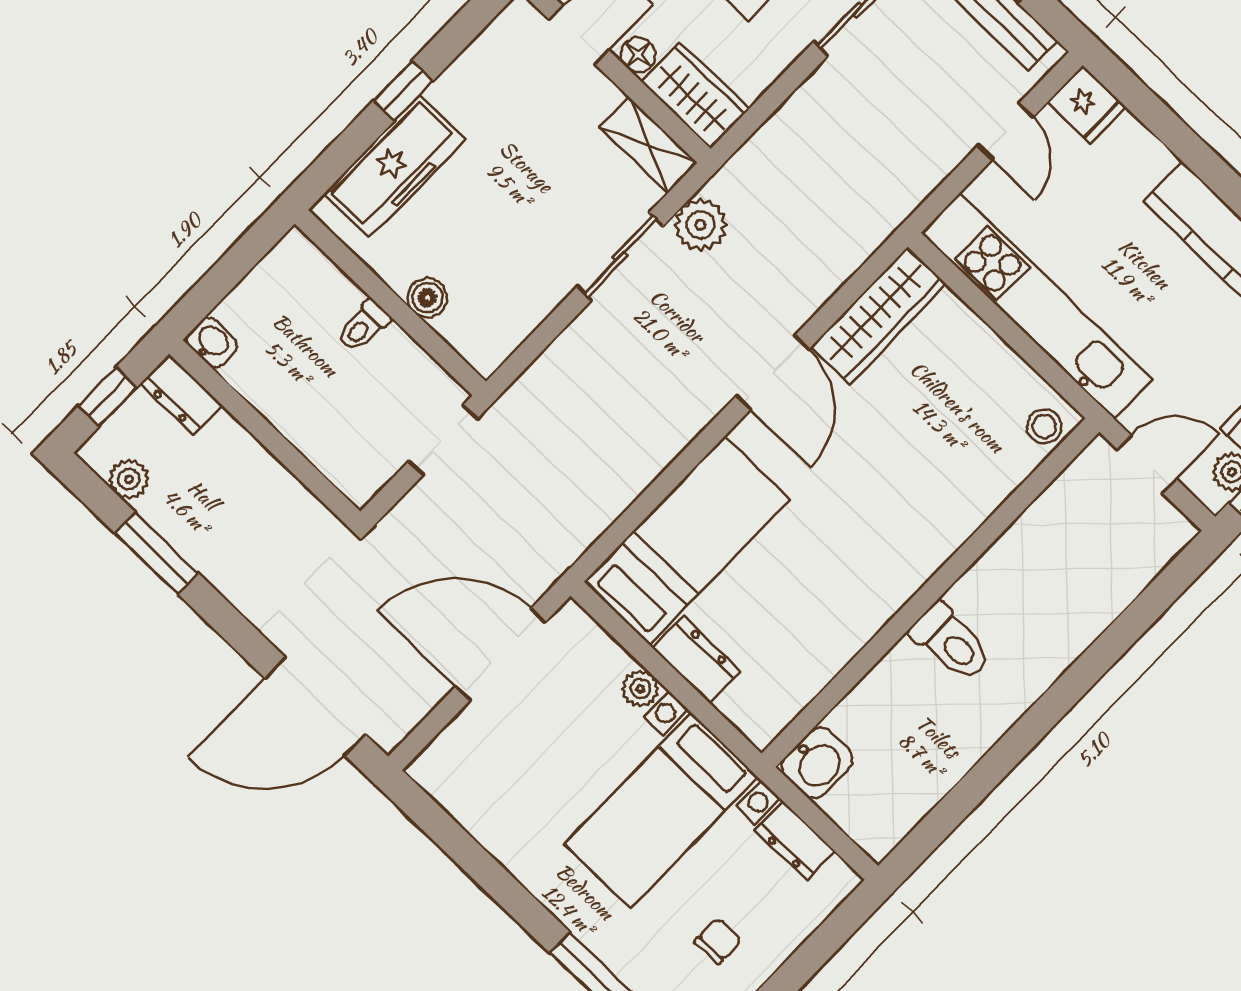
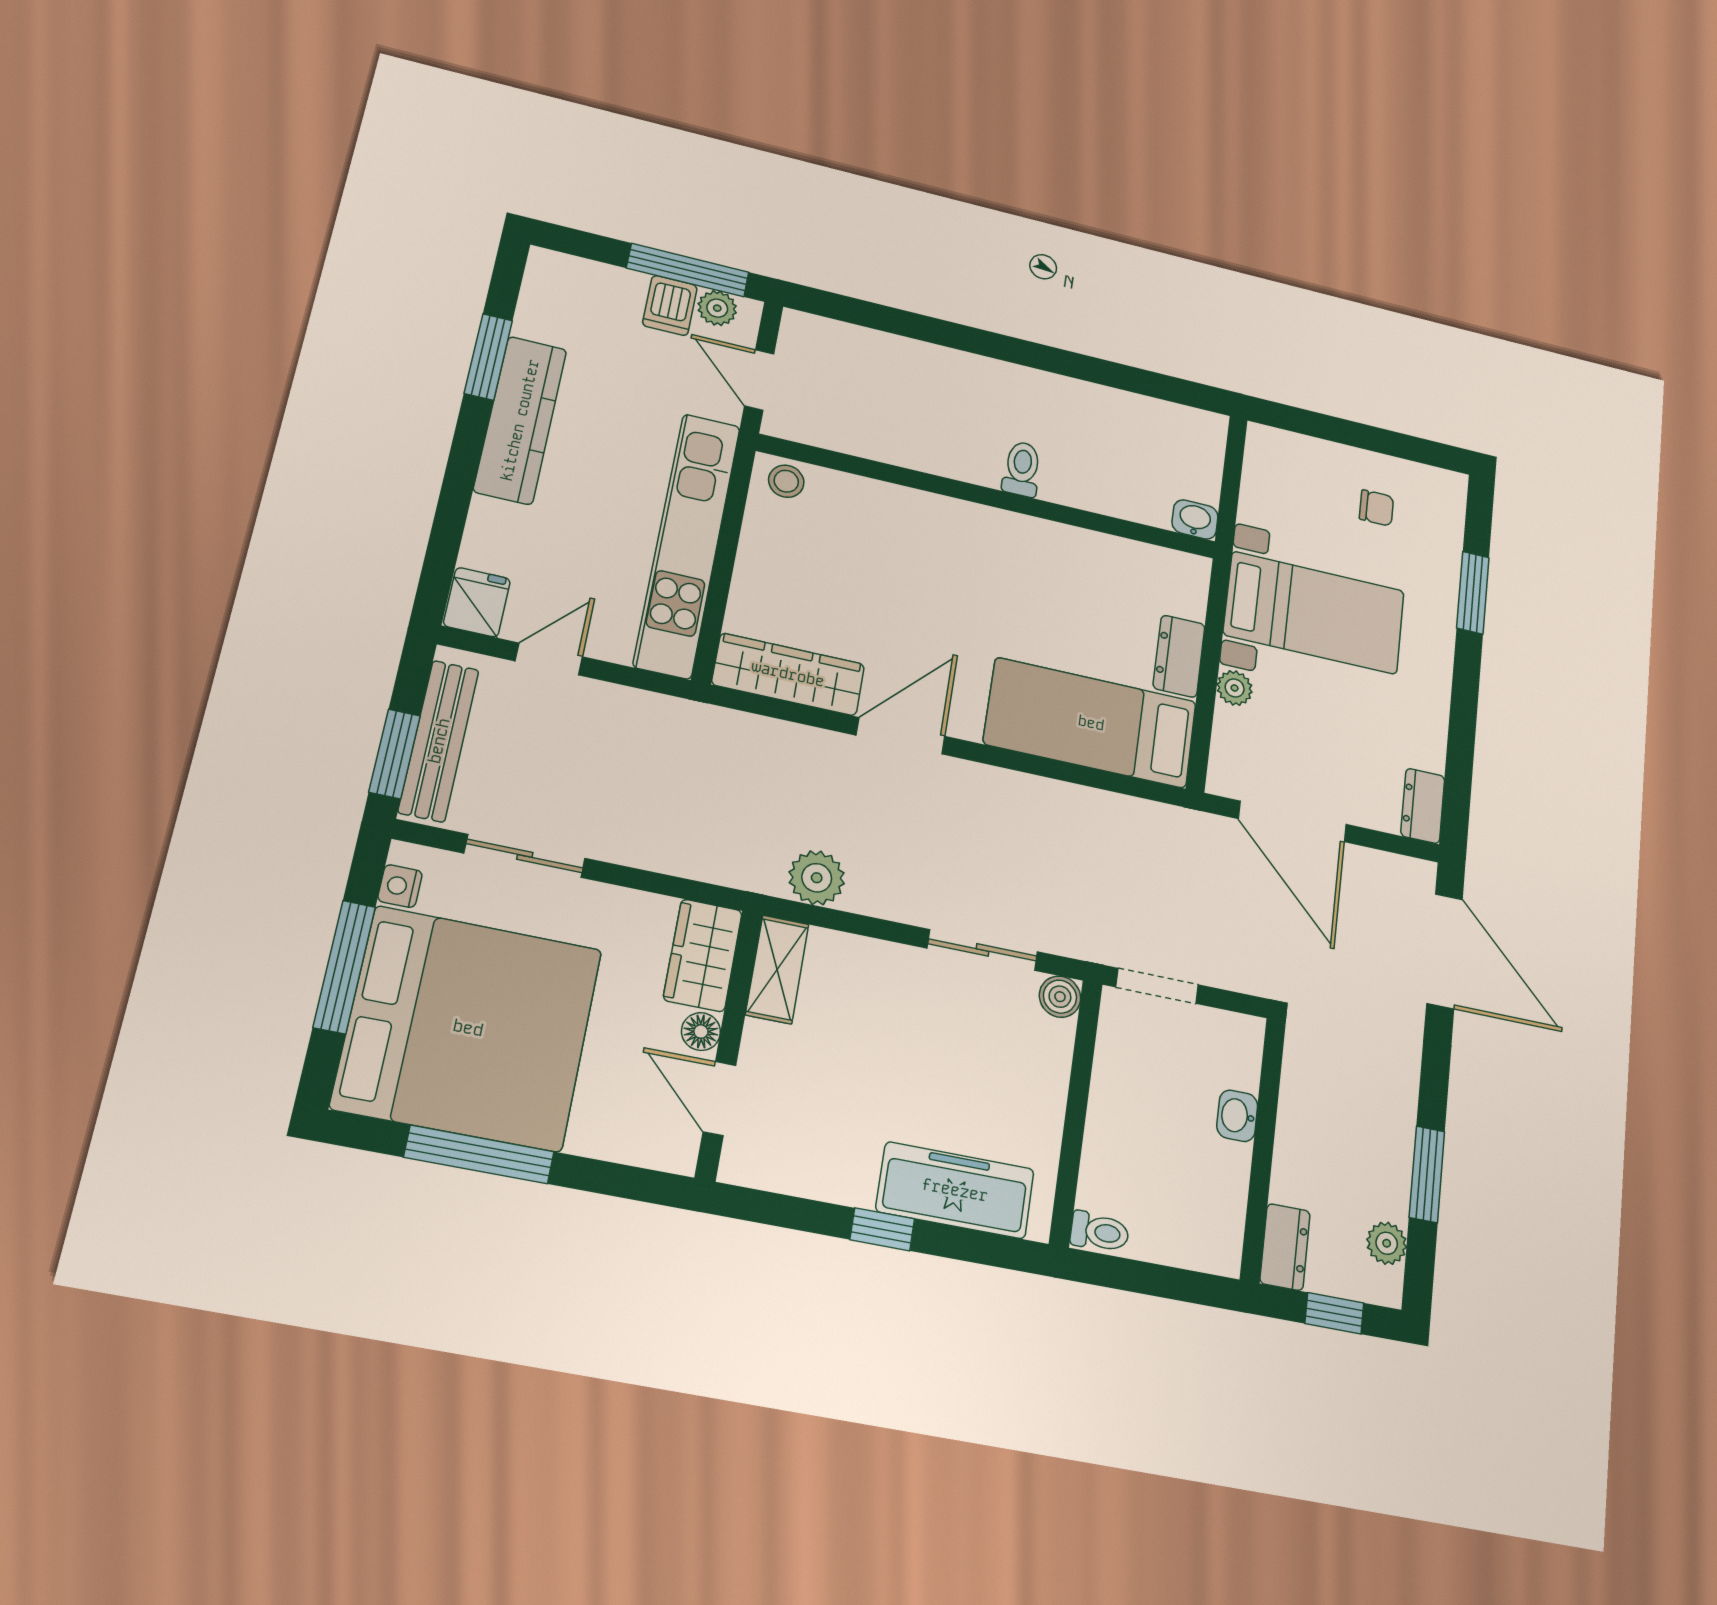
sliding door: (620, 257) -> (982, 950), moved
boiler: (427, 298) -> (1060, 997), moved
toilet: (363, 326) -> (1100, 1232), moved
washbasin: (212, 342) -> (1237, 1116), moved
toilet: (951, 643) -> (1022, 469), width x0.73, depth x0.72
washbasin: (817, 763) -> (1195, 519), width x0.72, depth x0.69
dresser: (795, 841) -> (1423, 806), moved, turned 180
chair: (718, 941) -> (1376, 508), turned 180

